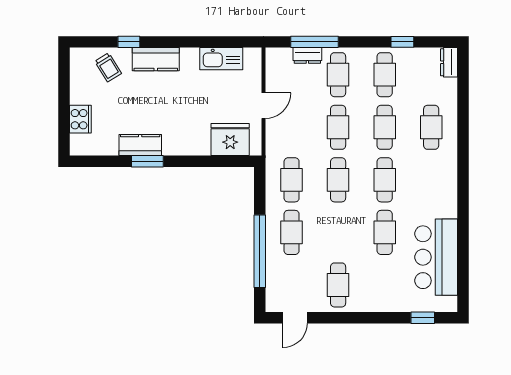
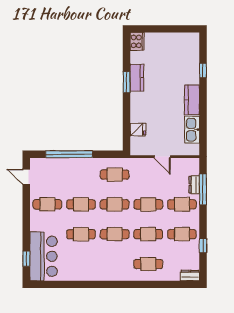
kitchen counter: (156, 59) -> (192, 100), moved
trolley: (108, 67) -> (187, 57), removed
cooker: (80, 119) -> (137, 41), moved, turned -90
fridge: (230, 139) -> (138, 130), width x0.53, depth x0.75
cafe table: (292, 232) -> (81, 204), moved
bar counter: (436, 257) -> (43, 256), moved, turned 90

